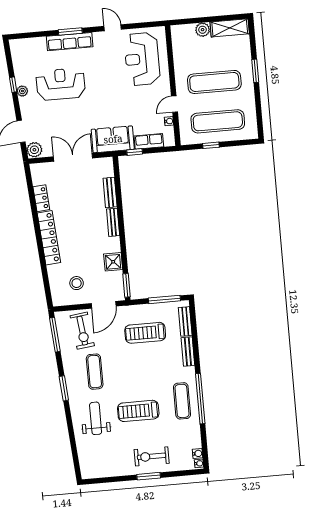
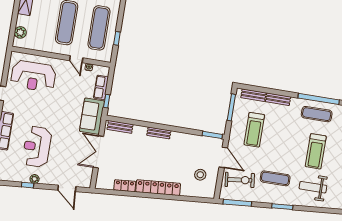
plant: (203, 30) -> (20, 32), moved
plant: (34, 150) -> (84, 181), removed
bench: (110, 193) -> (120, 127), moved
shower: (113, 262) -> (191, 141), removed

